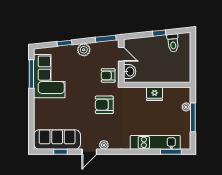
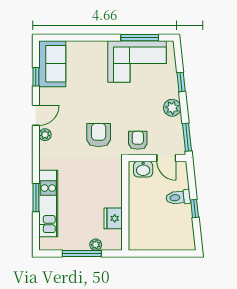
toilet: (173, 43) -> (178, 197), moved
door: (121, 54) -> (166, 158), hinge flipped
fridge: (155, 94) -> (113, 218), moved
sofa: (57, 139) -> (52, 64), width x0.73
door: (89, 152) -> (36, 115), swing flipped
window: (171, 152) -> (36, 198), moved

